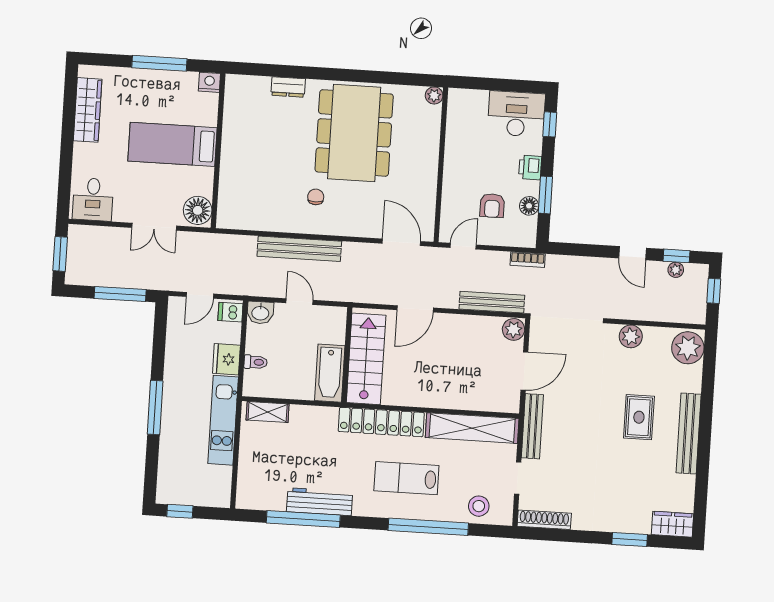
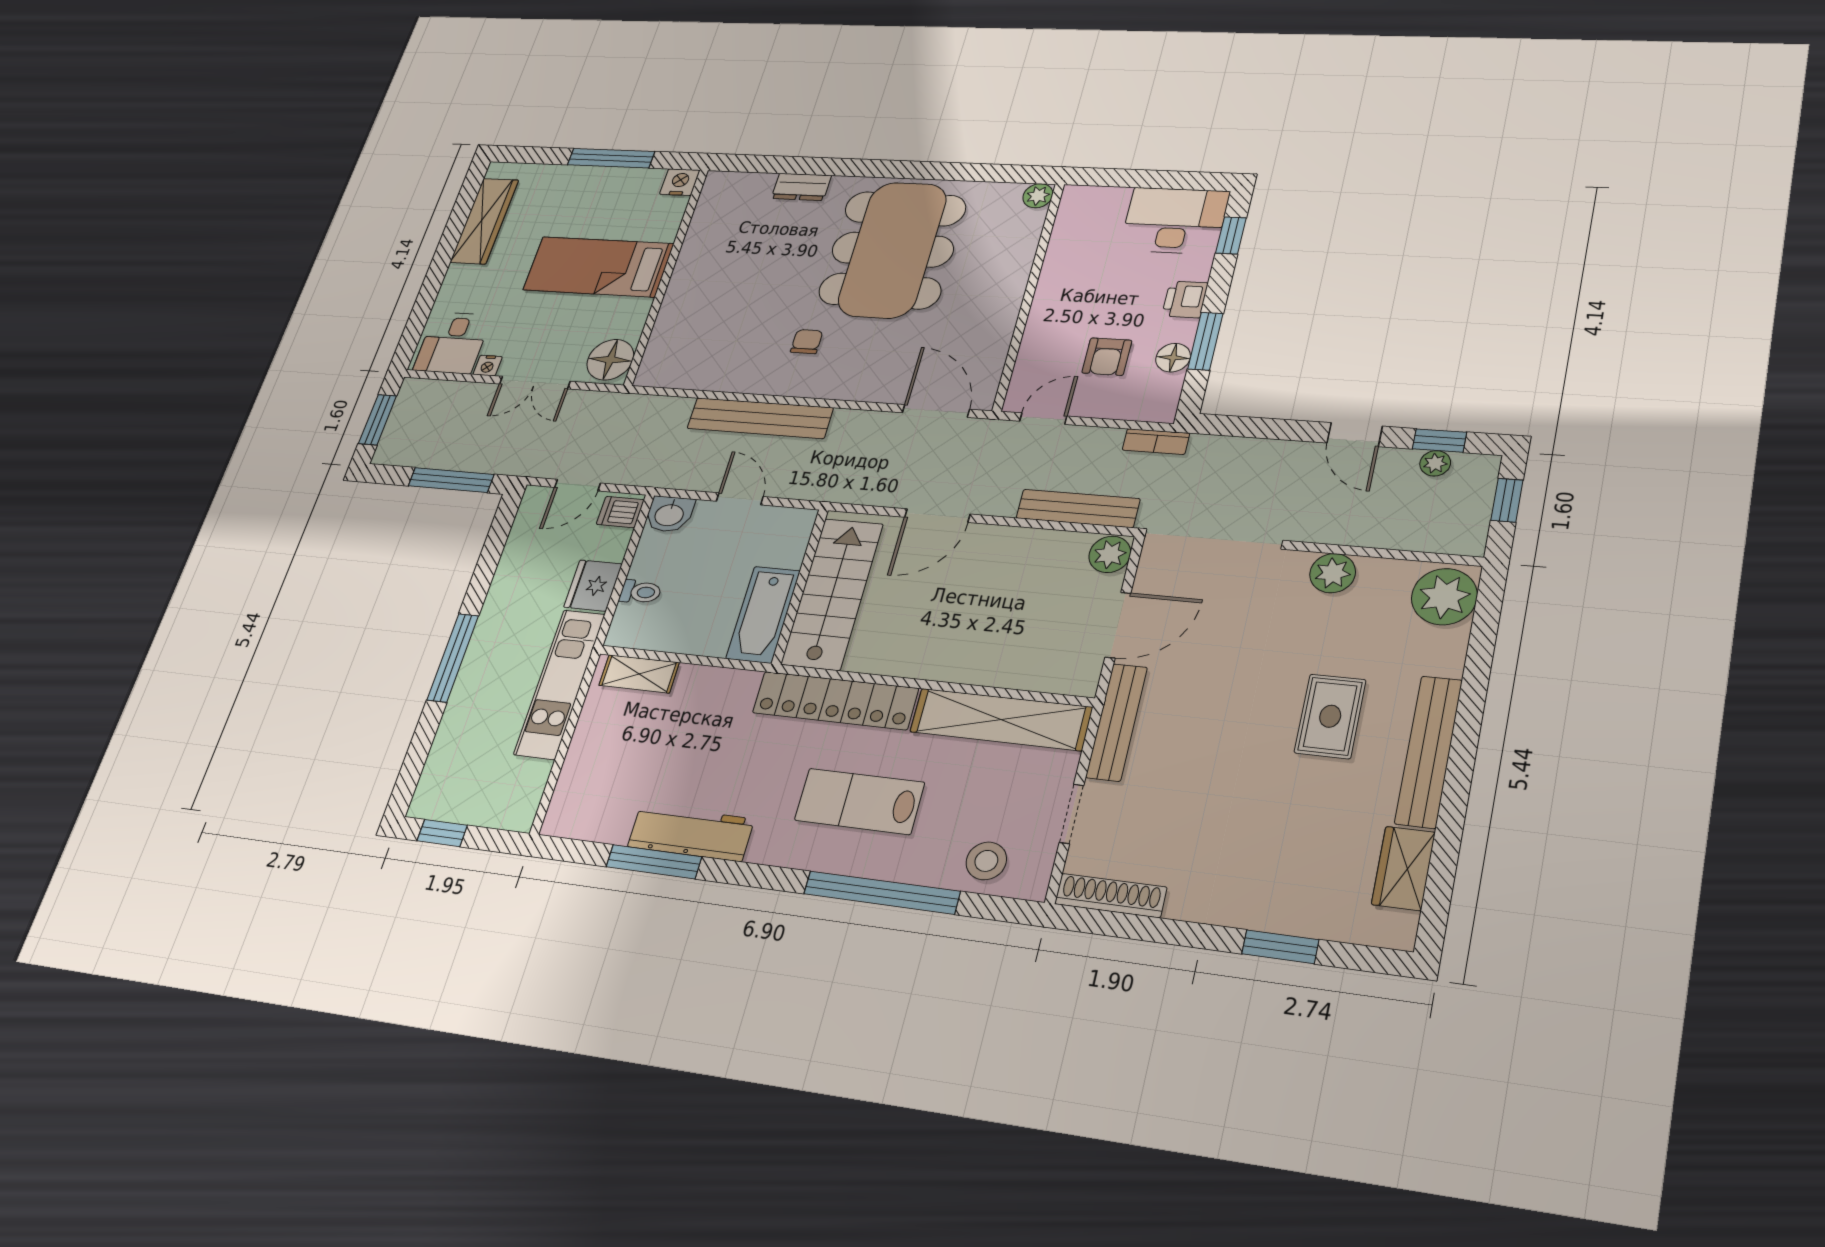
nightstand: (120, 215) -> (488, 366), added
window: (303, 519) -> (654, 862), width x0.68
wardrobe: (672, 524) -> (1403, 868), moved, turned -90

